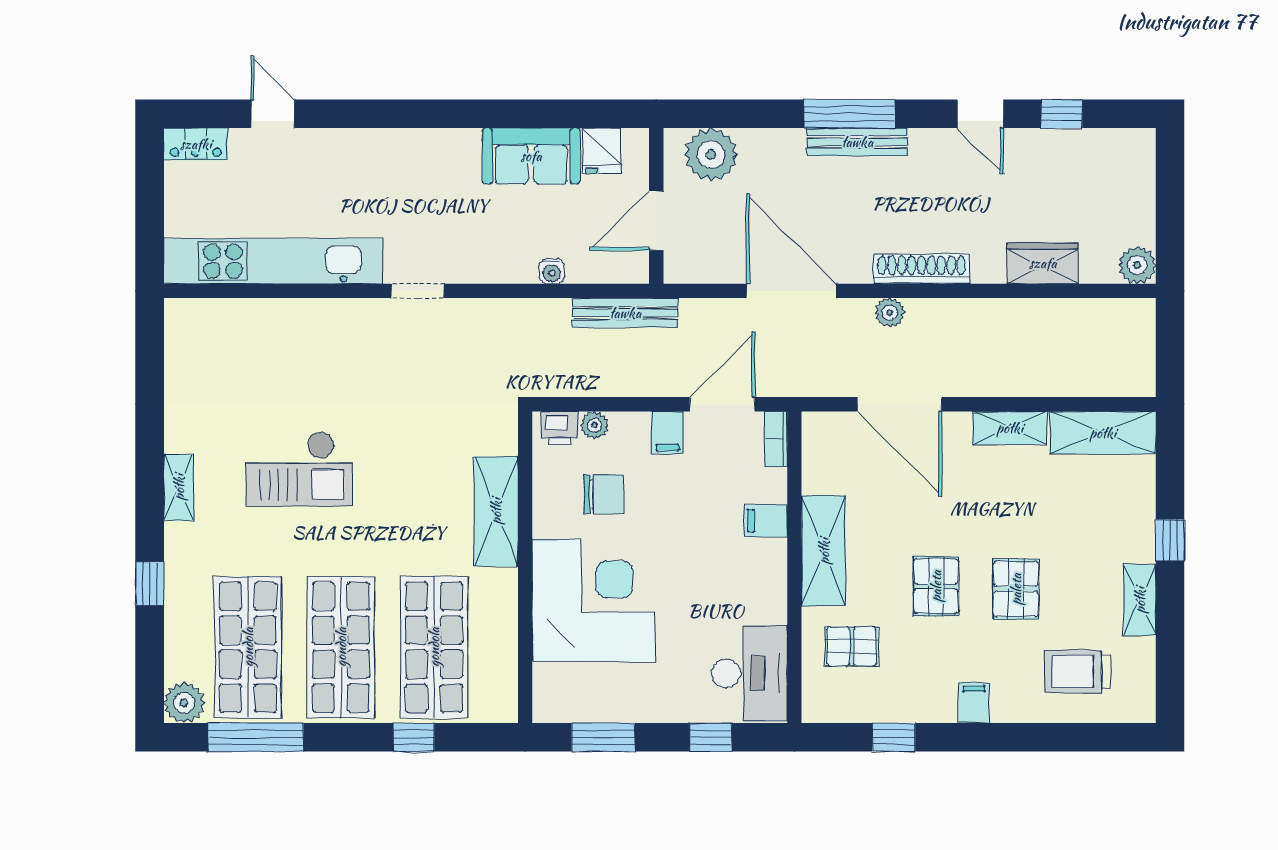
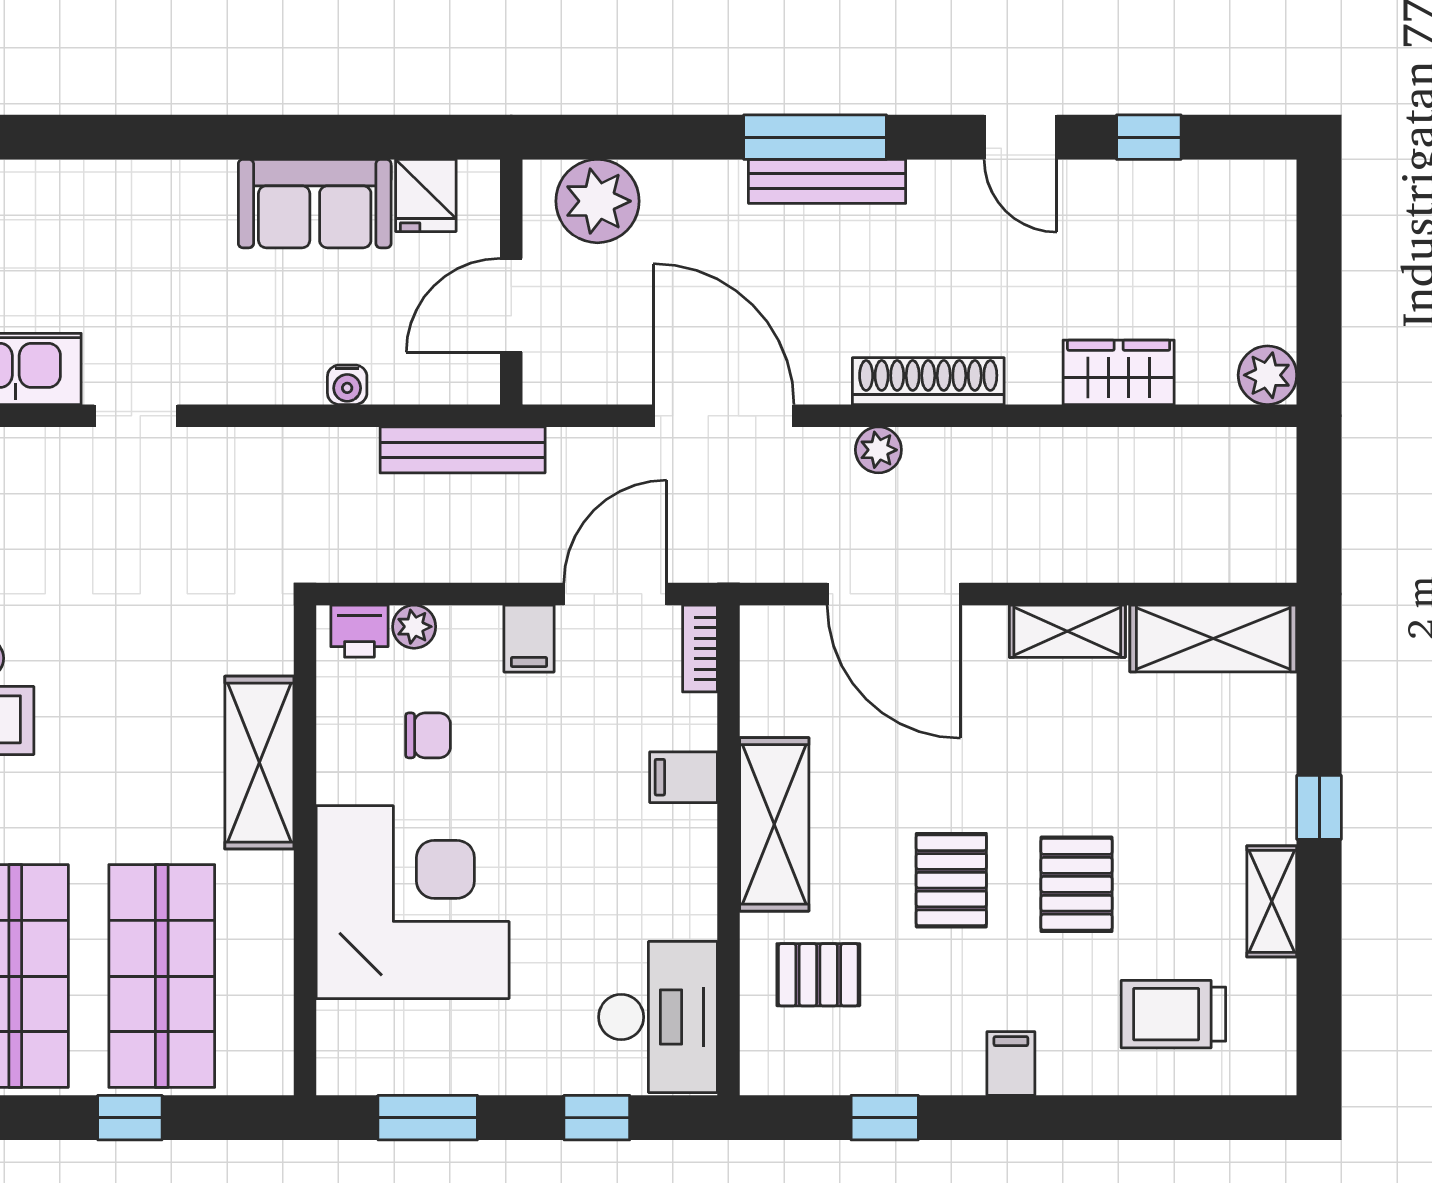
chair: (603, 494) -> (428, 735), width x0.73, depth x0.73

